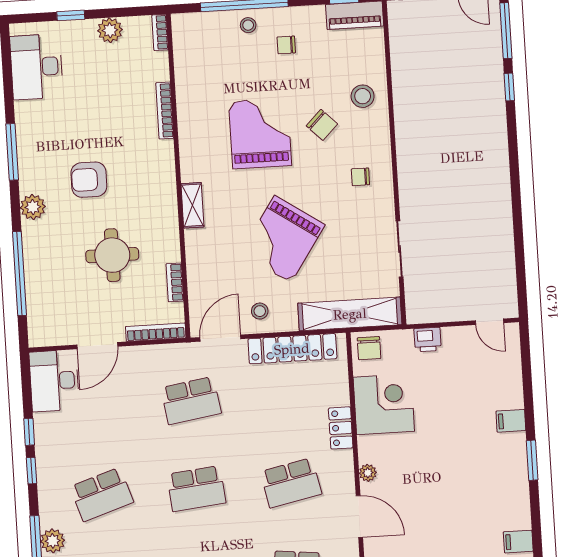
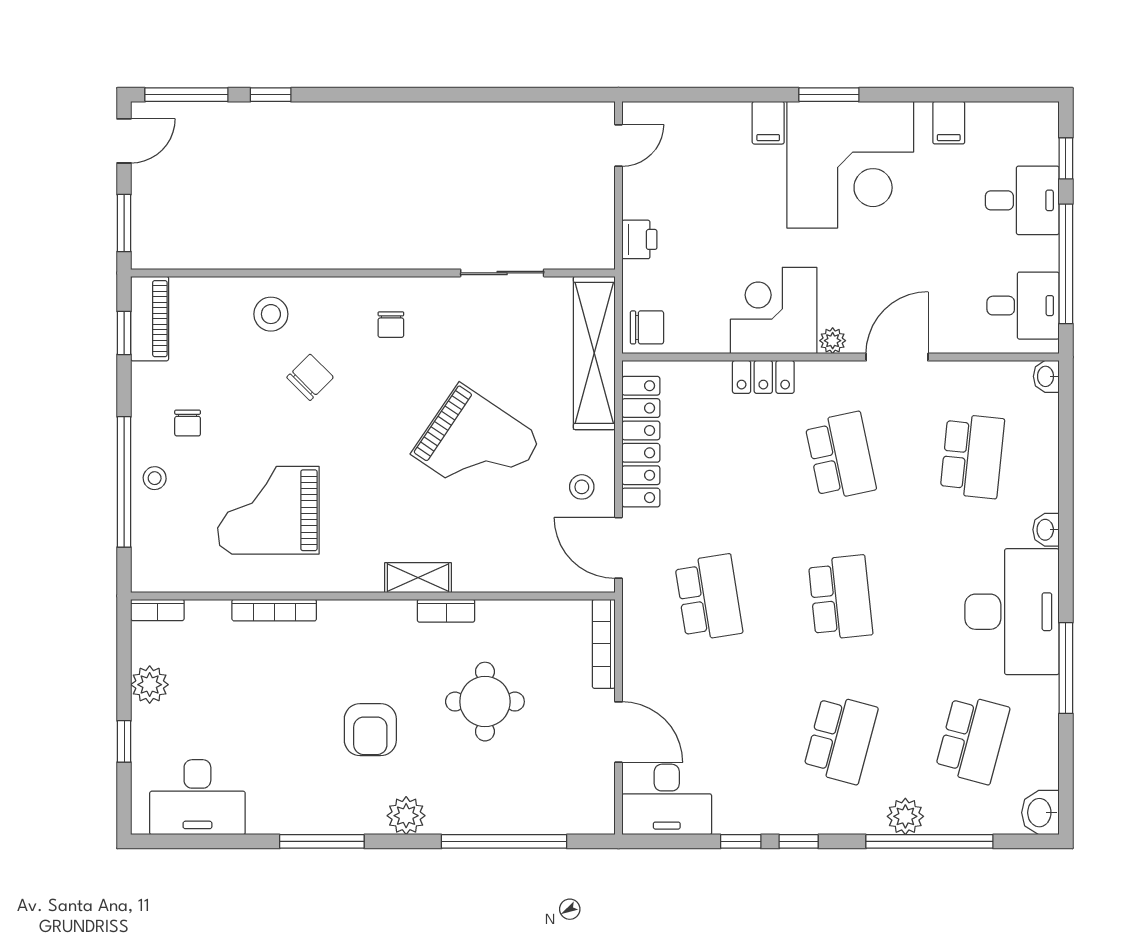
grand piano: (260, 133) -> (268, 510), moved
bookcase: (175, 282) -> (446, 611), moved
corner desk: (384, 404) -> (774, 311), moved
corner desk: (486, 477) -> (850, 165), added
school desk: (102, 494) -> (841, 739), turned 33

